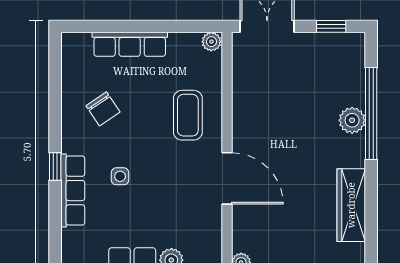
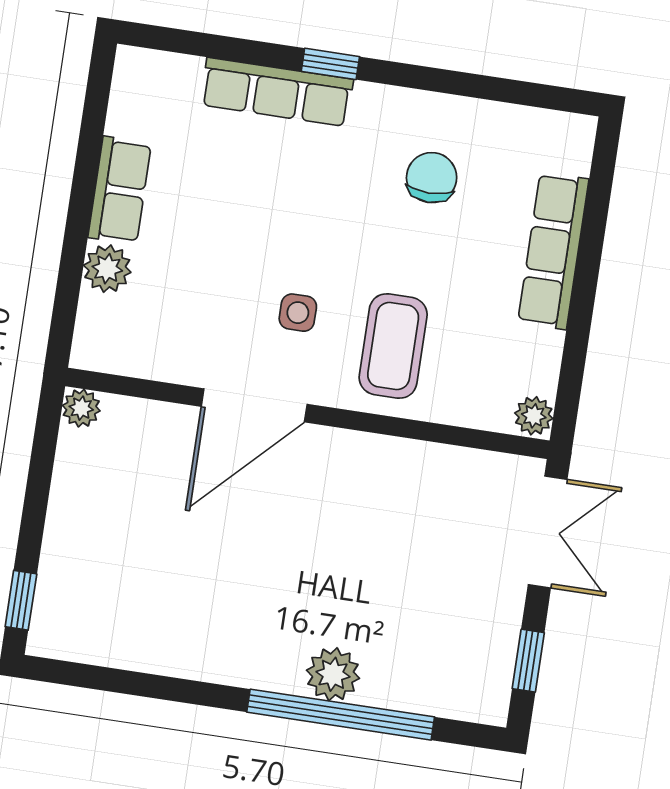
chair: (103, 109) -> (432, 178), turned 124
coffee table: (188, 115) -> (393, 346), turned 90
side table: (120, 176) -> (298, 313), moved
wardrobe: (351, 205) -> (163, 647), removed

